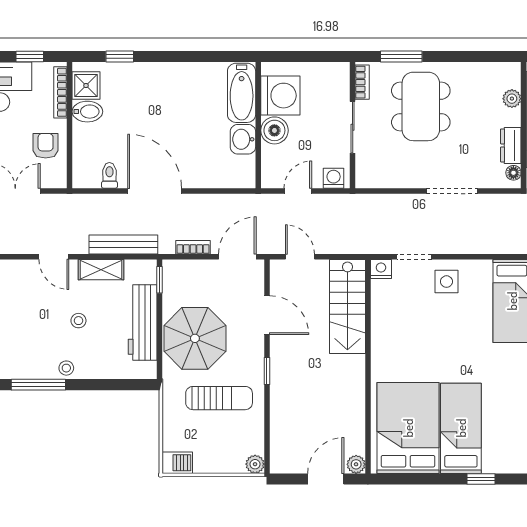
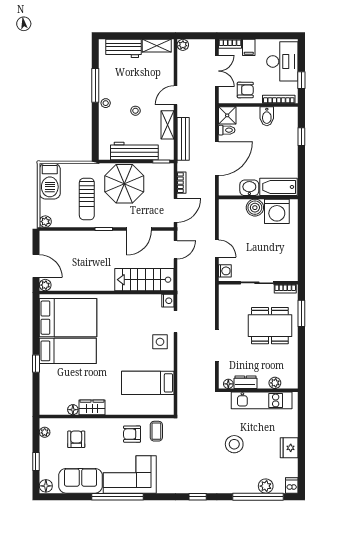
shower: (86, 86) -> (227, 115), moved
bathtub: (242, 93) -> (278, 187), moved
washing machine: (280, 96) -> (277, 211), moved
wall: (258, 125) -> (258, 197), moved
boiler: (274, 130) -> (255, 208), moved
washbasin: (243, 139) -> (249, 188), moved
door: (237, 257) -> (176, 210), hinge flipped
barbecue: (177, 463) -> (50, 181), width x1.88, depth x1.53

